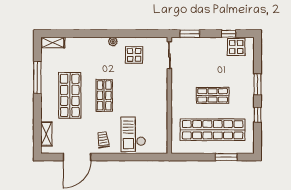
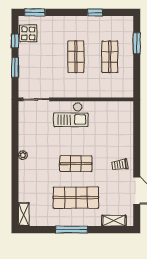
window: (190, 34) -> (15, 67), moved
display table: (134, 55) -> (36, 134), removed
window: (37, 78) -> (72, 230), moved
window: (258, 84) -> (35, 12), moved
shop shelf: (213, 130) -> (110, 57), width x0.50, depth x0.74
checkout: (133, 134) -> (71, 115), moved

